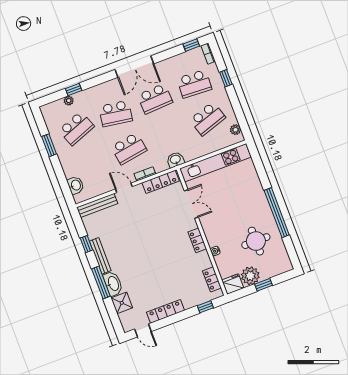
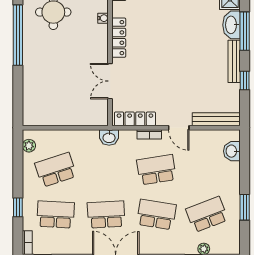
kitchen unit: (215, 163) -> (66, 117), removed
locker: (197, 240) -> (119, 38), width x1.53

